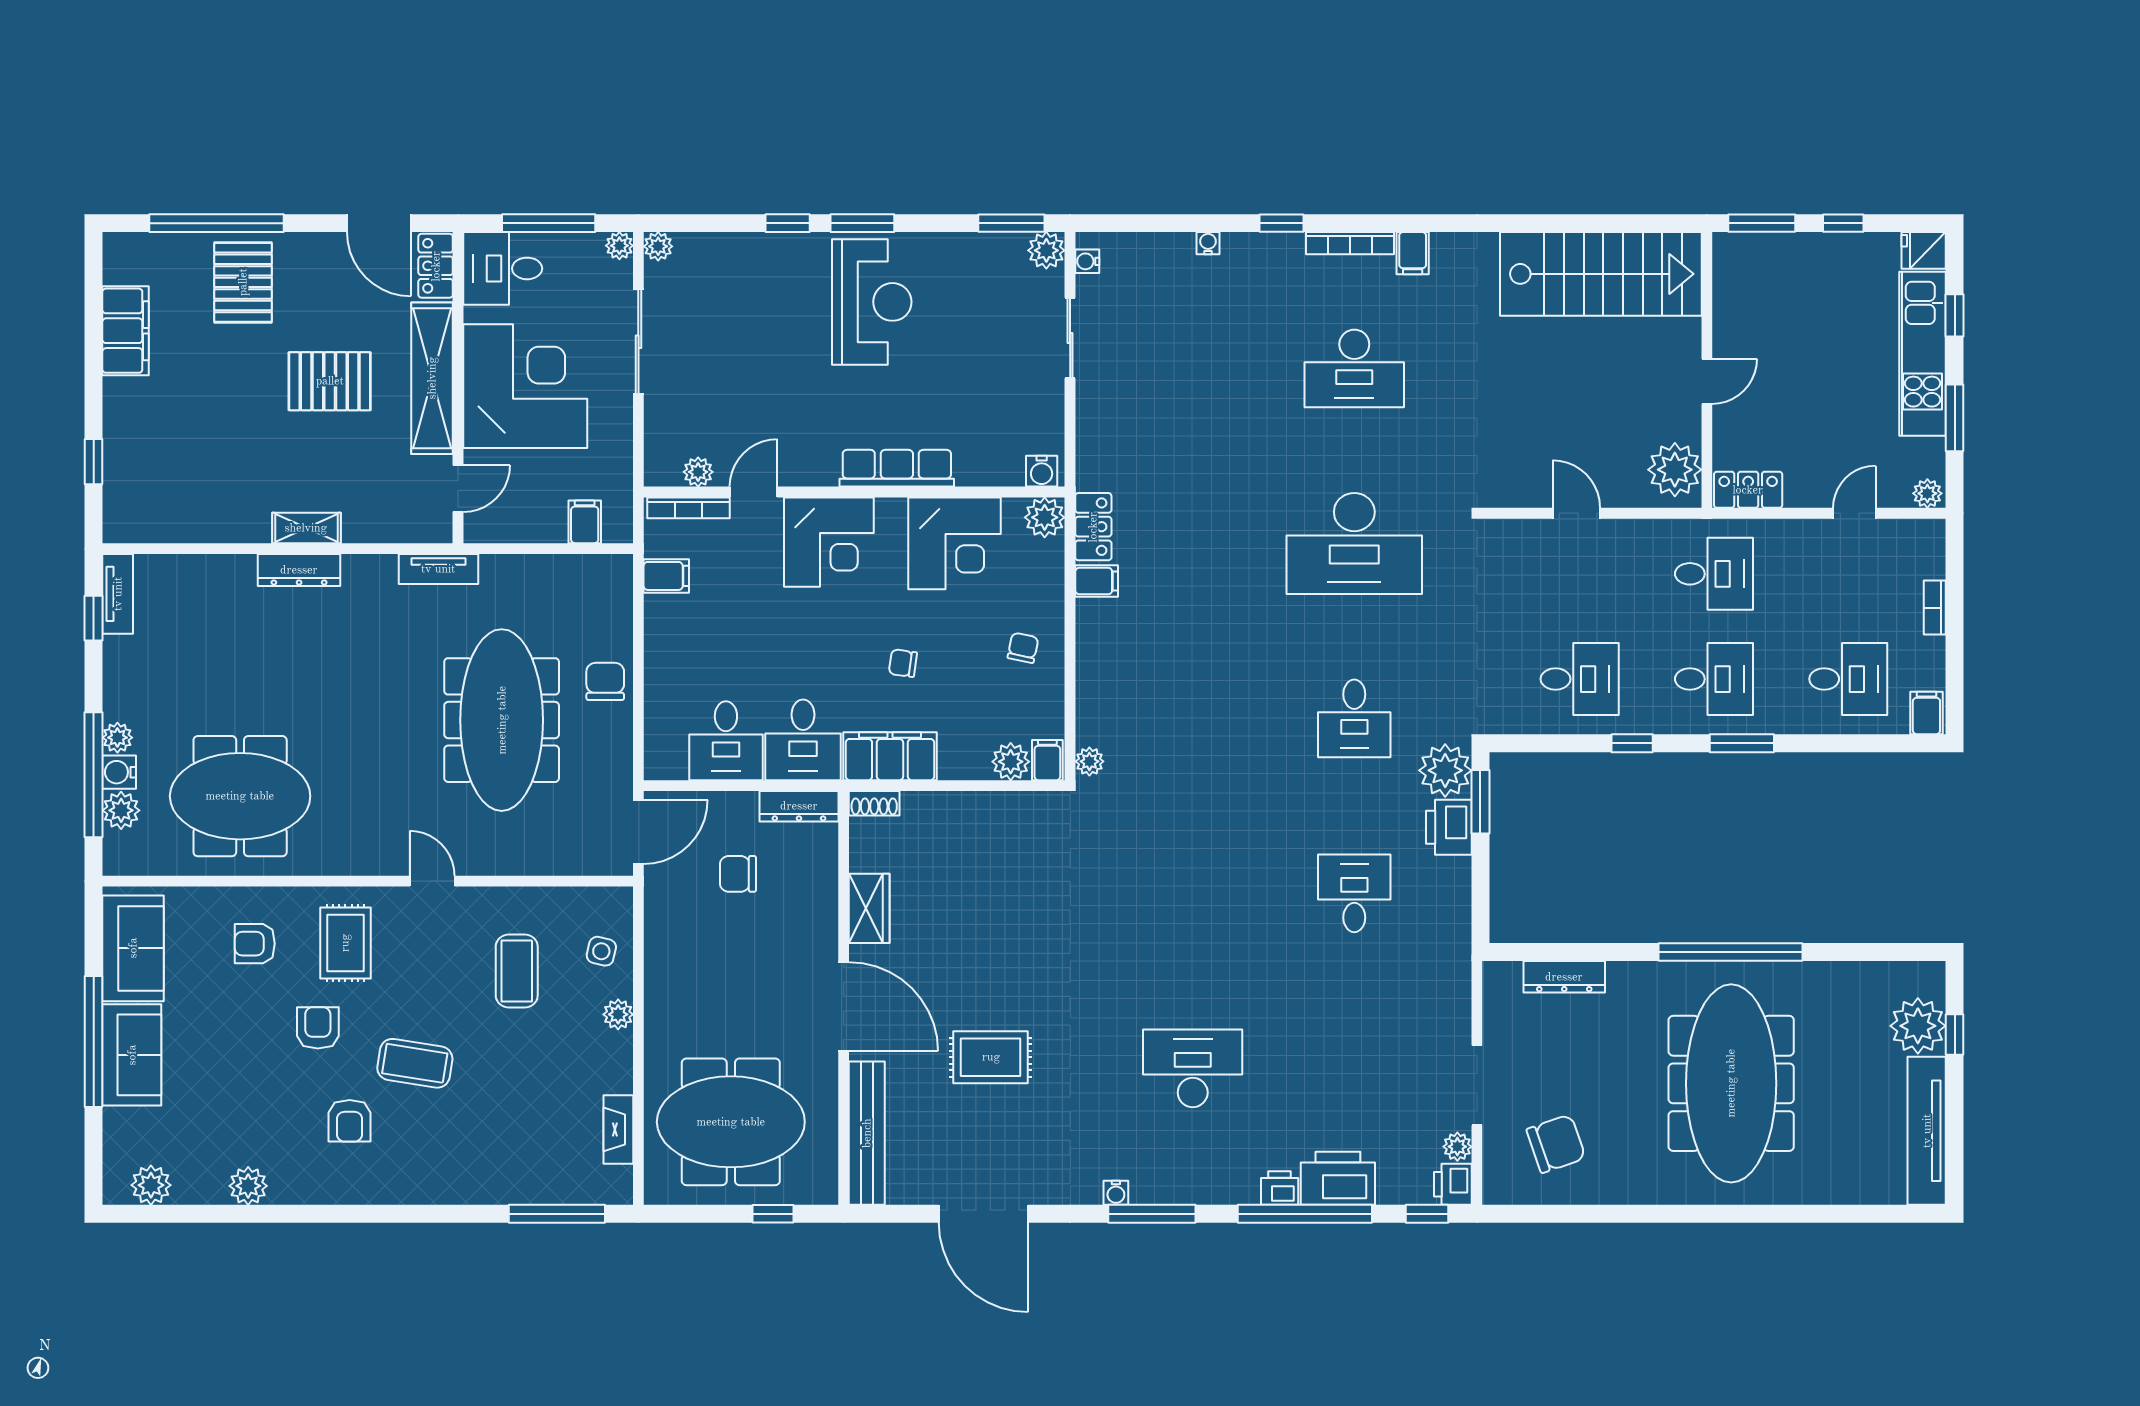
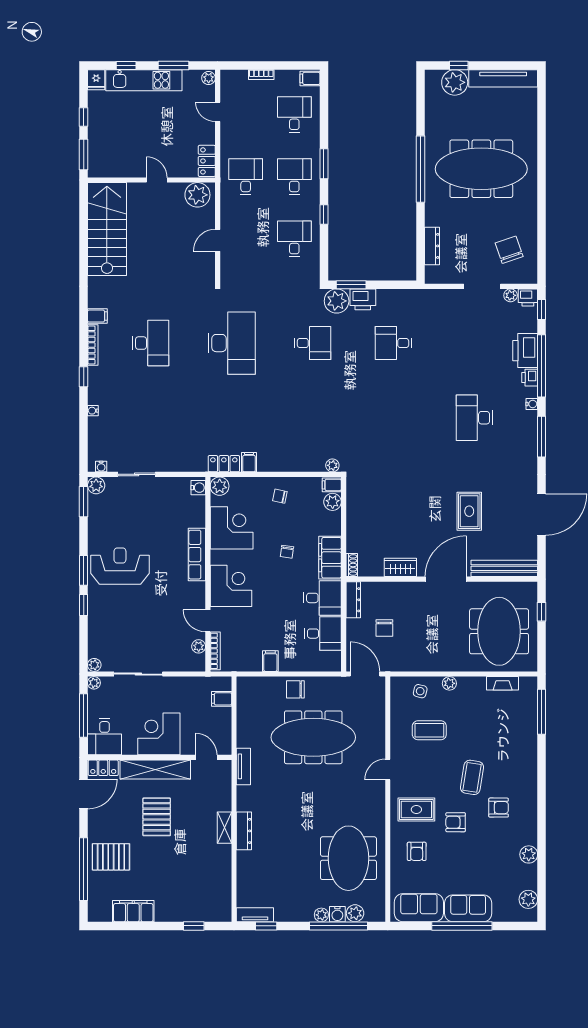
corner desk: (525, 386) -> (159, 734), width x0.74, depth x0.74
filing cabinet: (666, 576) -> (270, 661), moved
water cooler: (1116, 1193) -> (532, 404), moved

